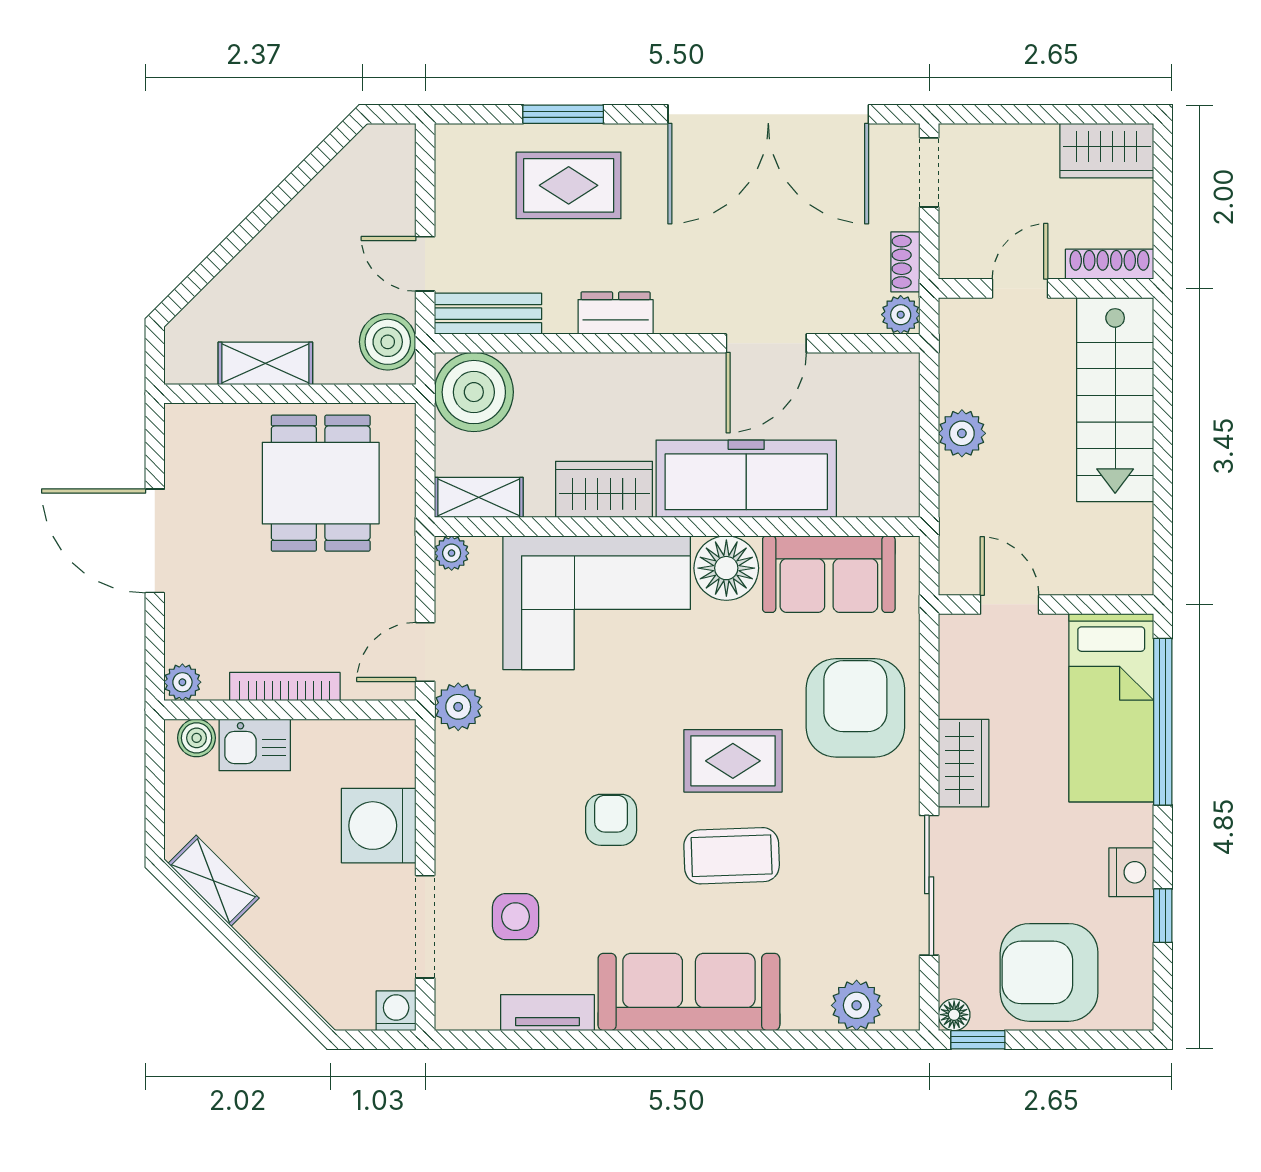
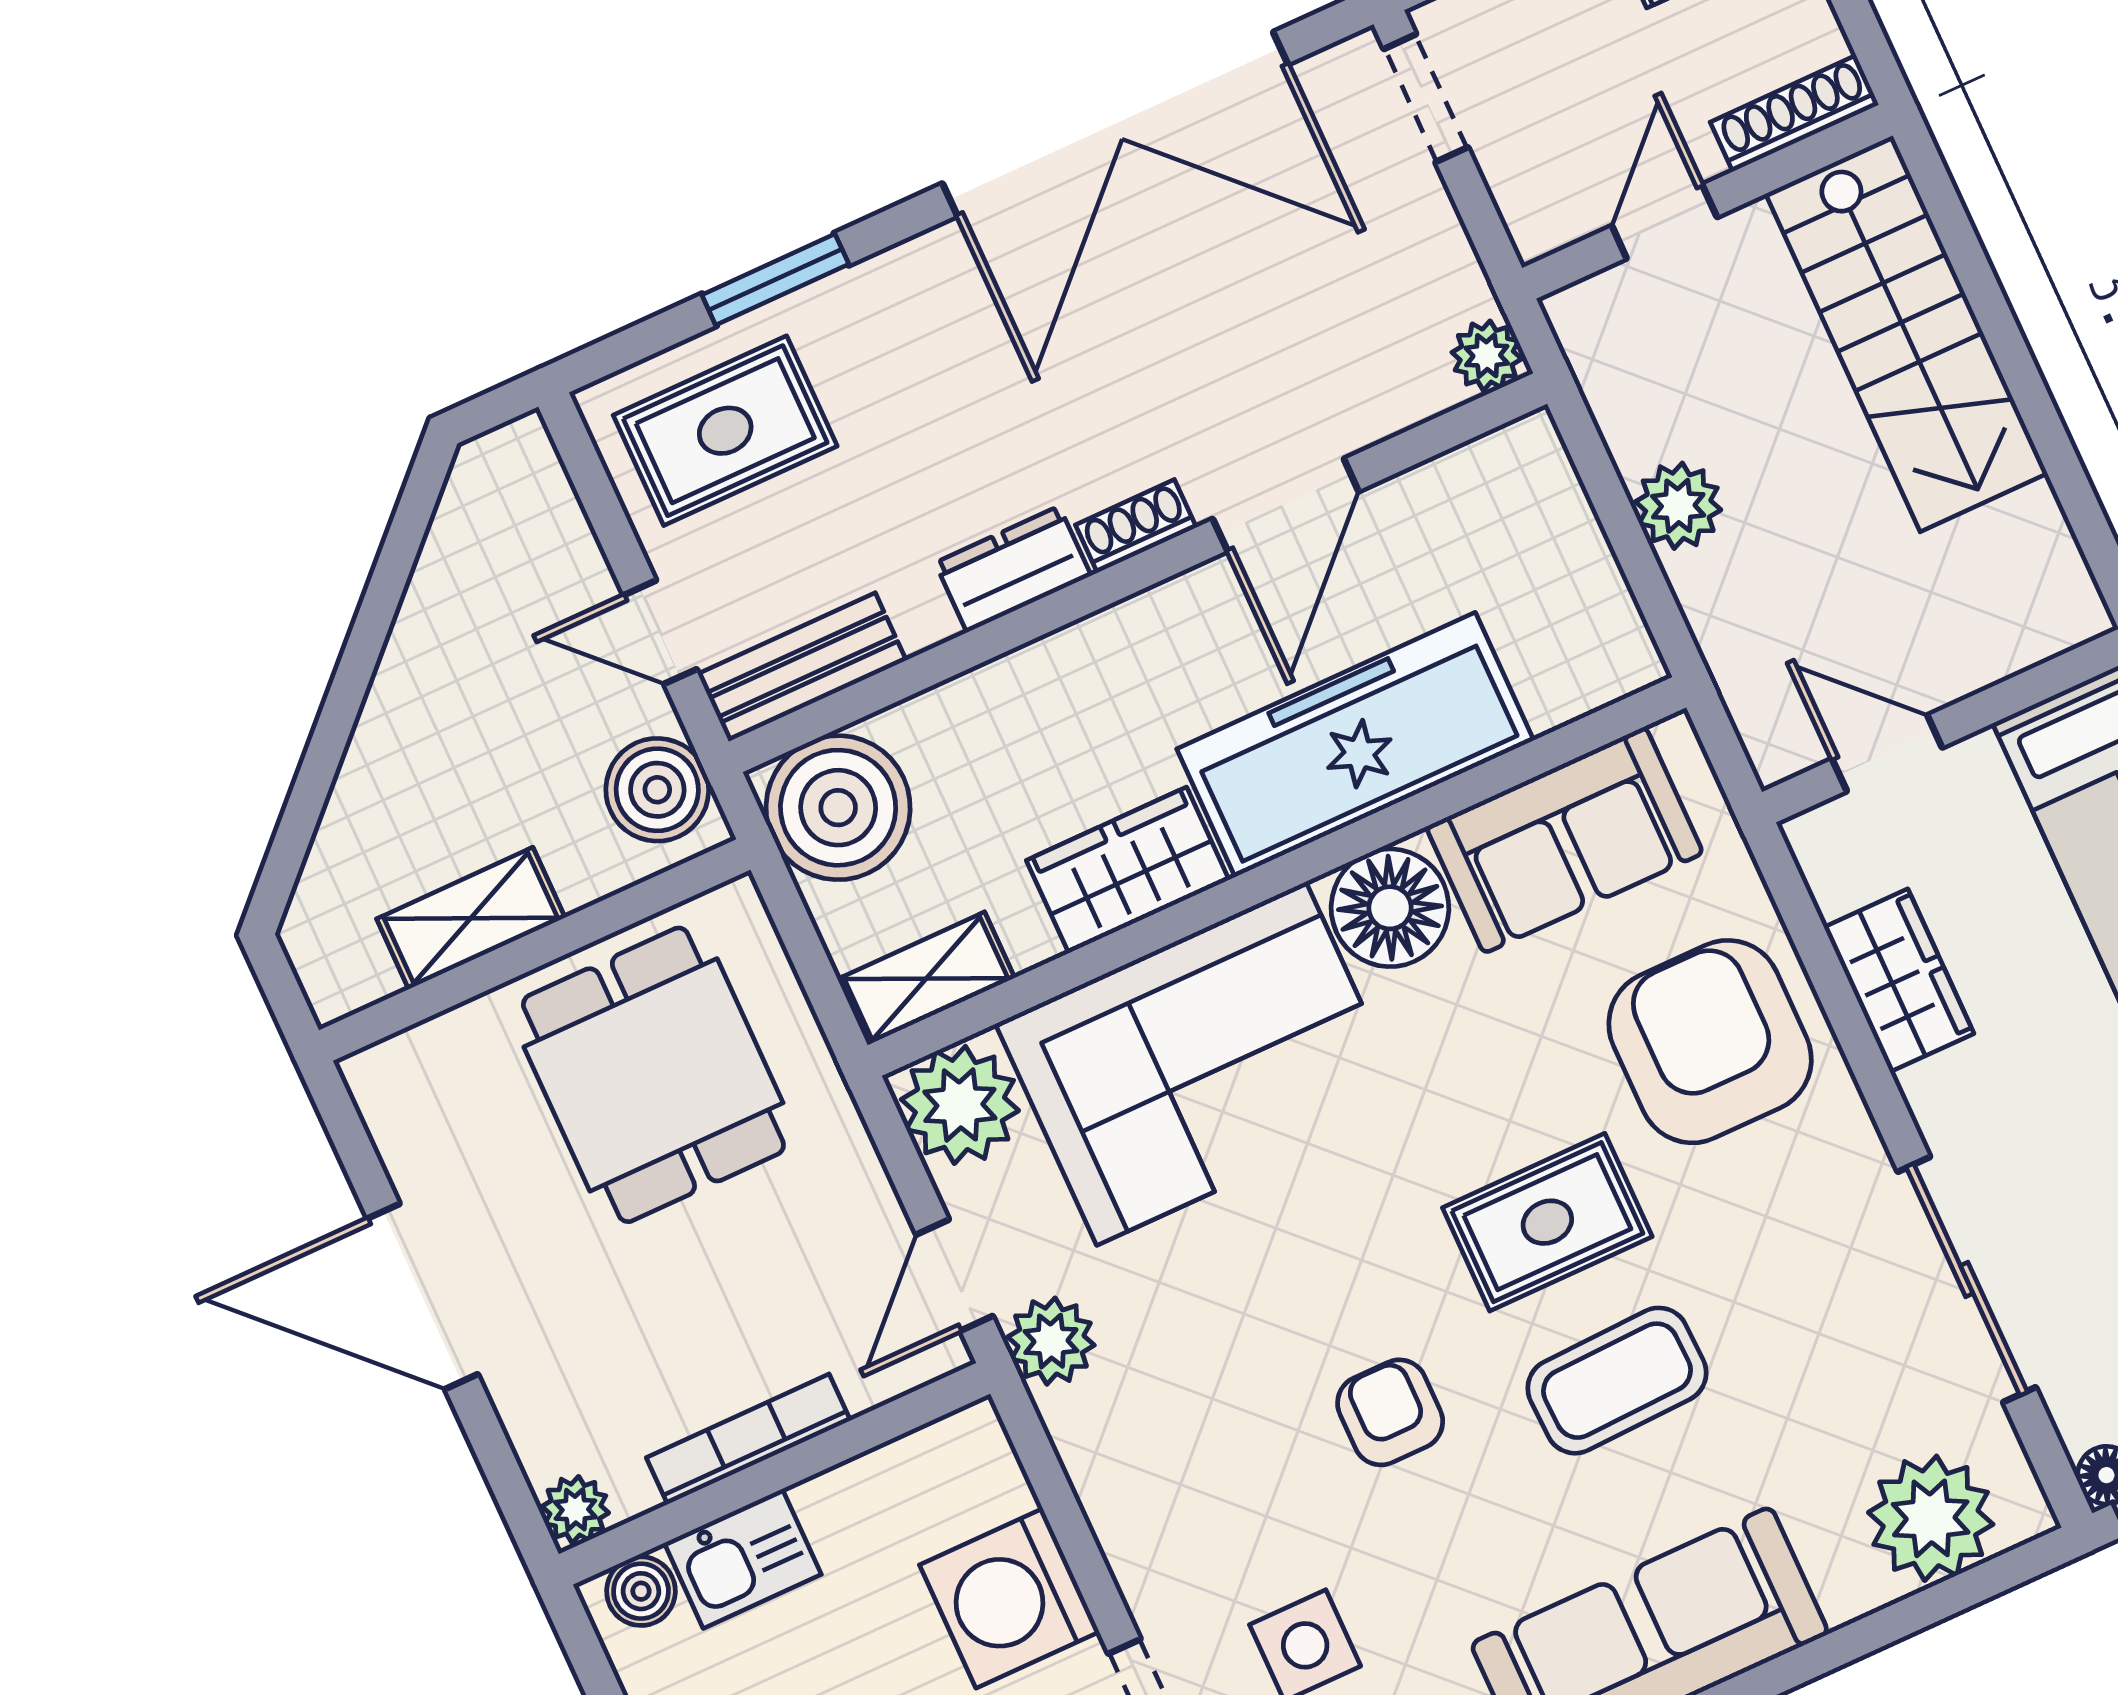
rug: (569, 185) -> (725, 431), moved
shoe rack: (905, 262) -> (1136, 526), moved, turned 90
plant: (452, 553) -> (960, 1105), width x1.88, depth x1.88
wardrobe: (964, 763) -> (1899, 980), moved
plant: (857, 1005) -> (1931, 1518), width x1.36, depth x1.36

